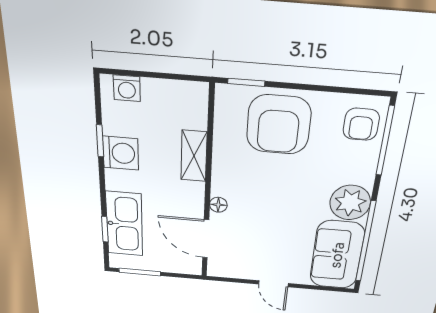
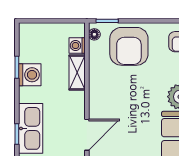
washing machine: (127, 88) -> (77, 46), moved, turned 90
floor lamp: (218, 205) -> (94, 34), moved
door: (206, 239) -> (87, 135), swing flipped

